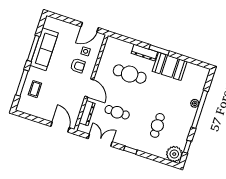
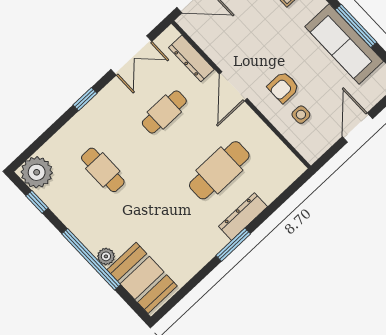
door: (90, 27) -> (357, 128), moved
booth: (170, 66) -> (142, 278), moved, turned 90
door: (89, 88) -> (233, 86), hinge flipped

